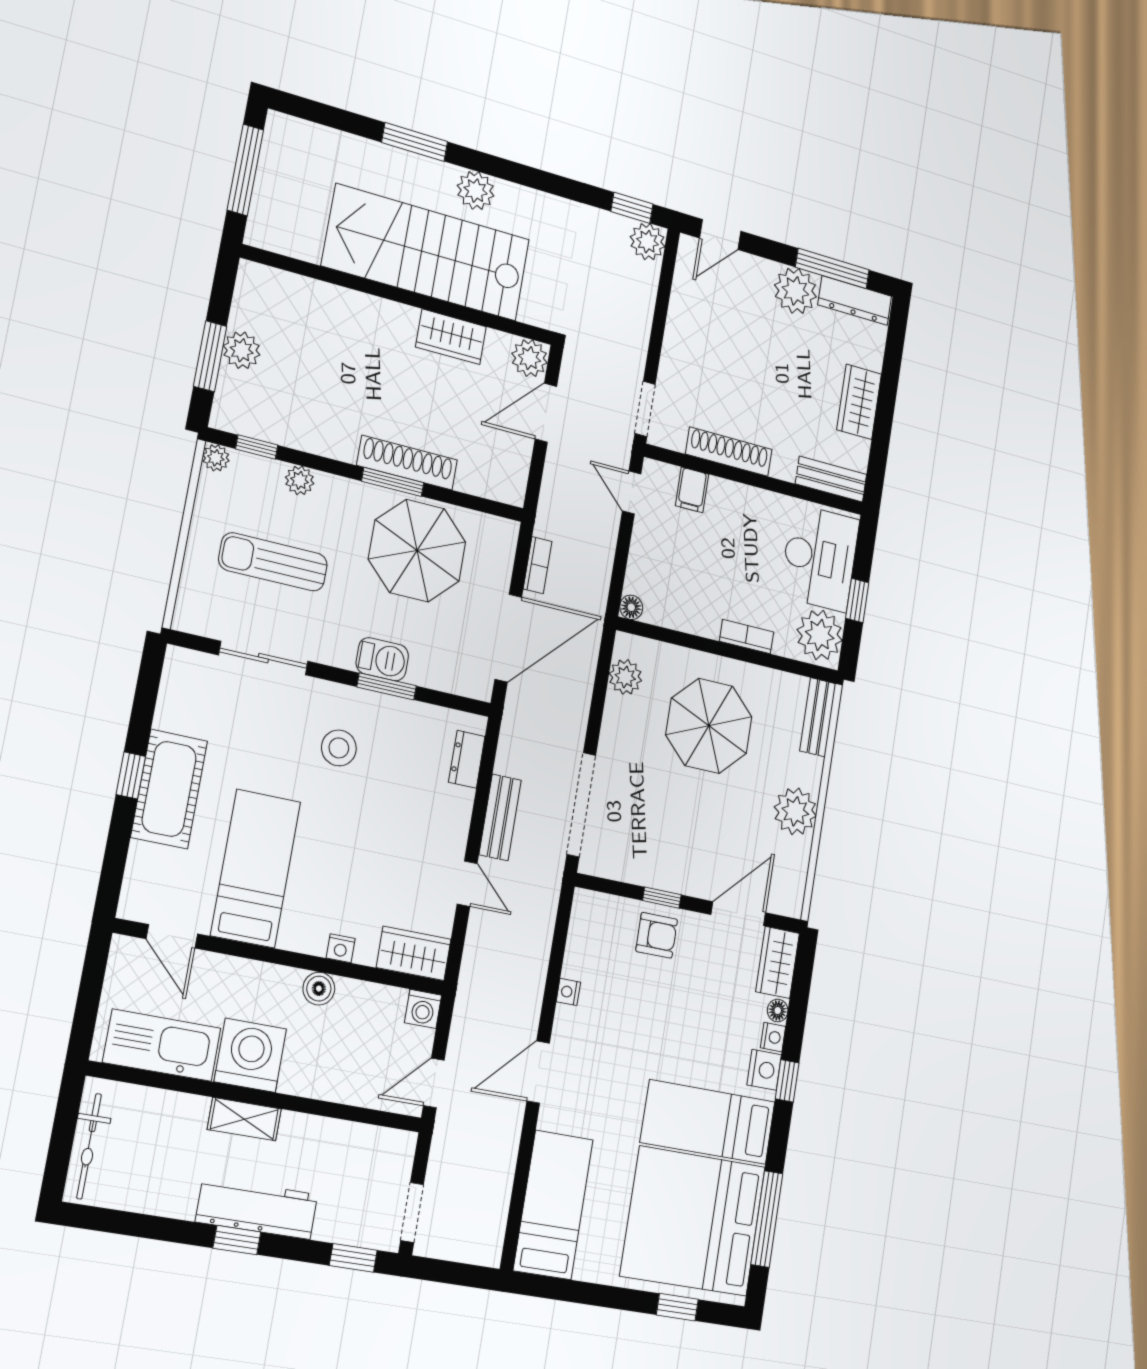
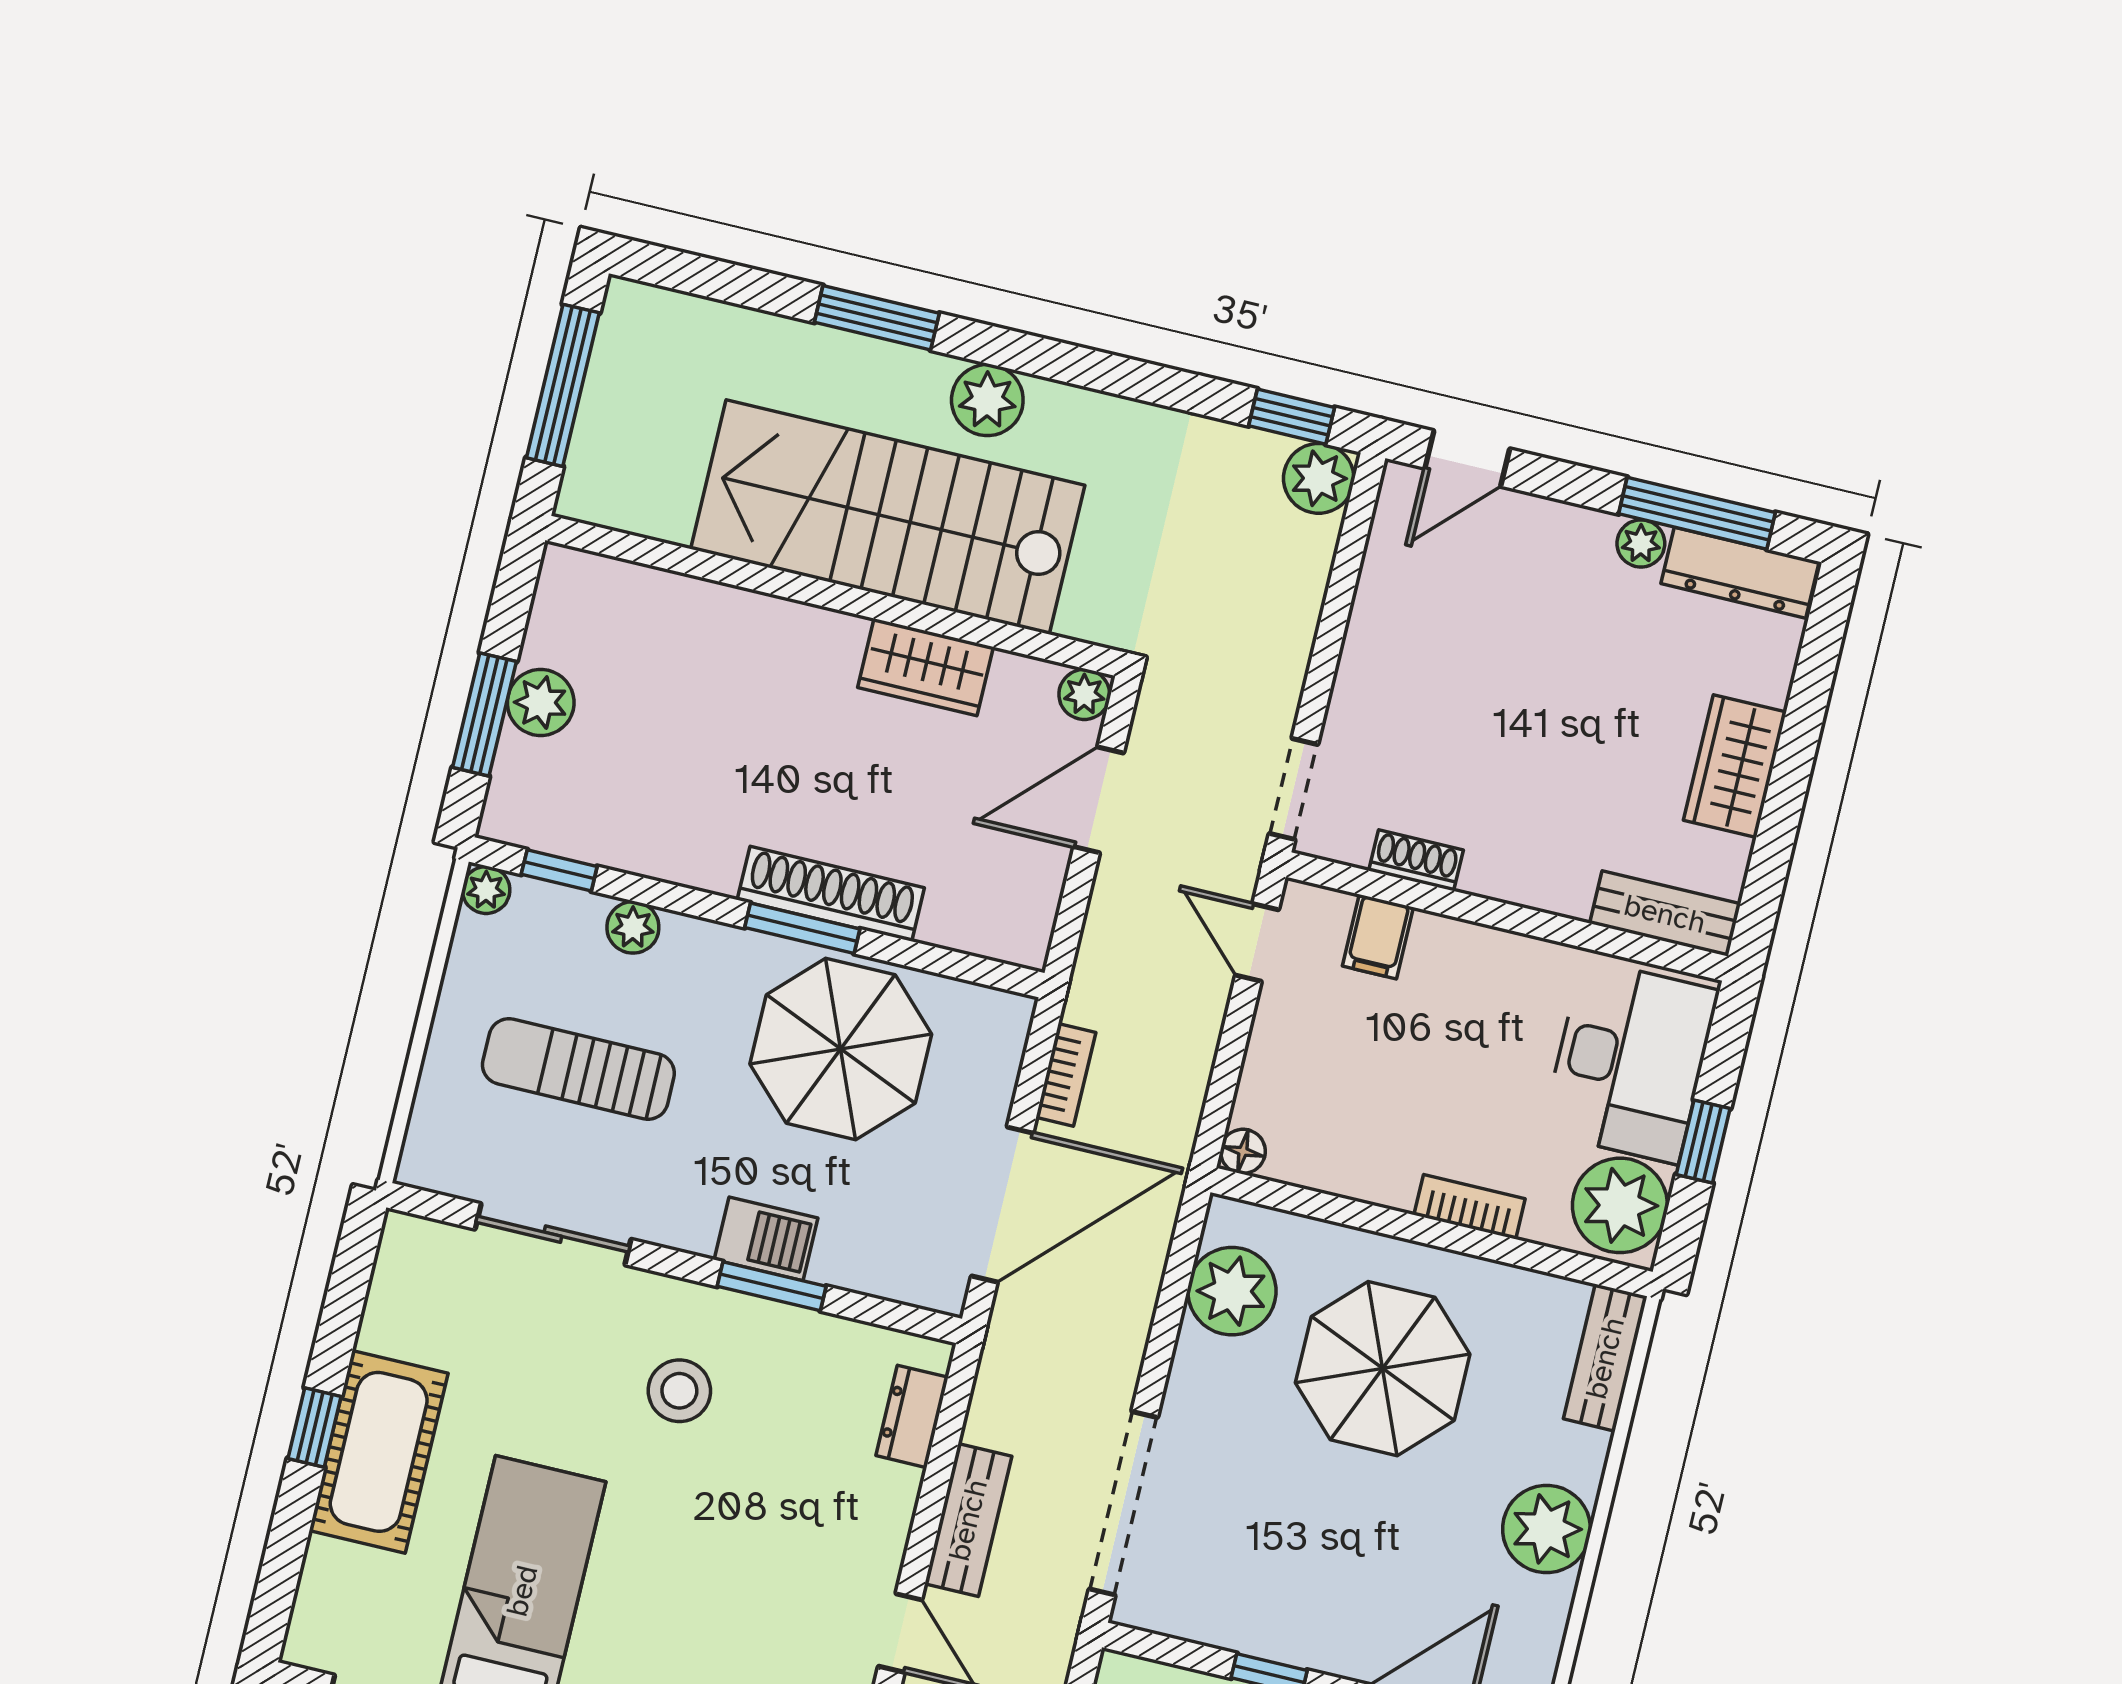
plant: (795, 291) -> (1641, 543), width x0.53, depth x0.53
plant: (529, 358) -> (1084, 694), width x0.73, depth x0.73
shoe rack: (729, 452) -> (1416, 860), width x0.51, depth x0.81
plant: (625, 677) -> (1232, 1291), width x1.36, depth x1.36

